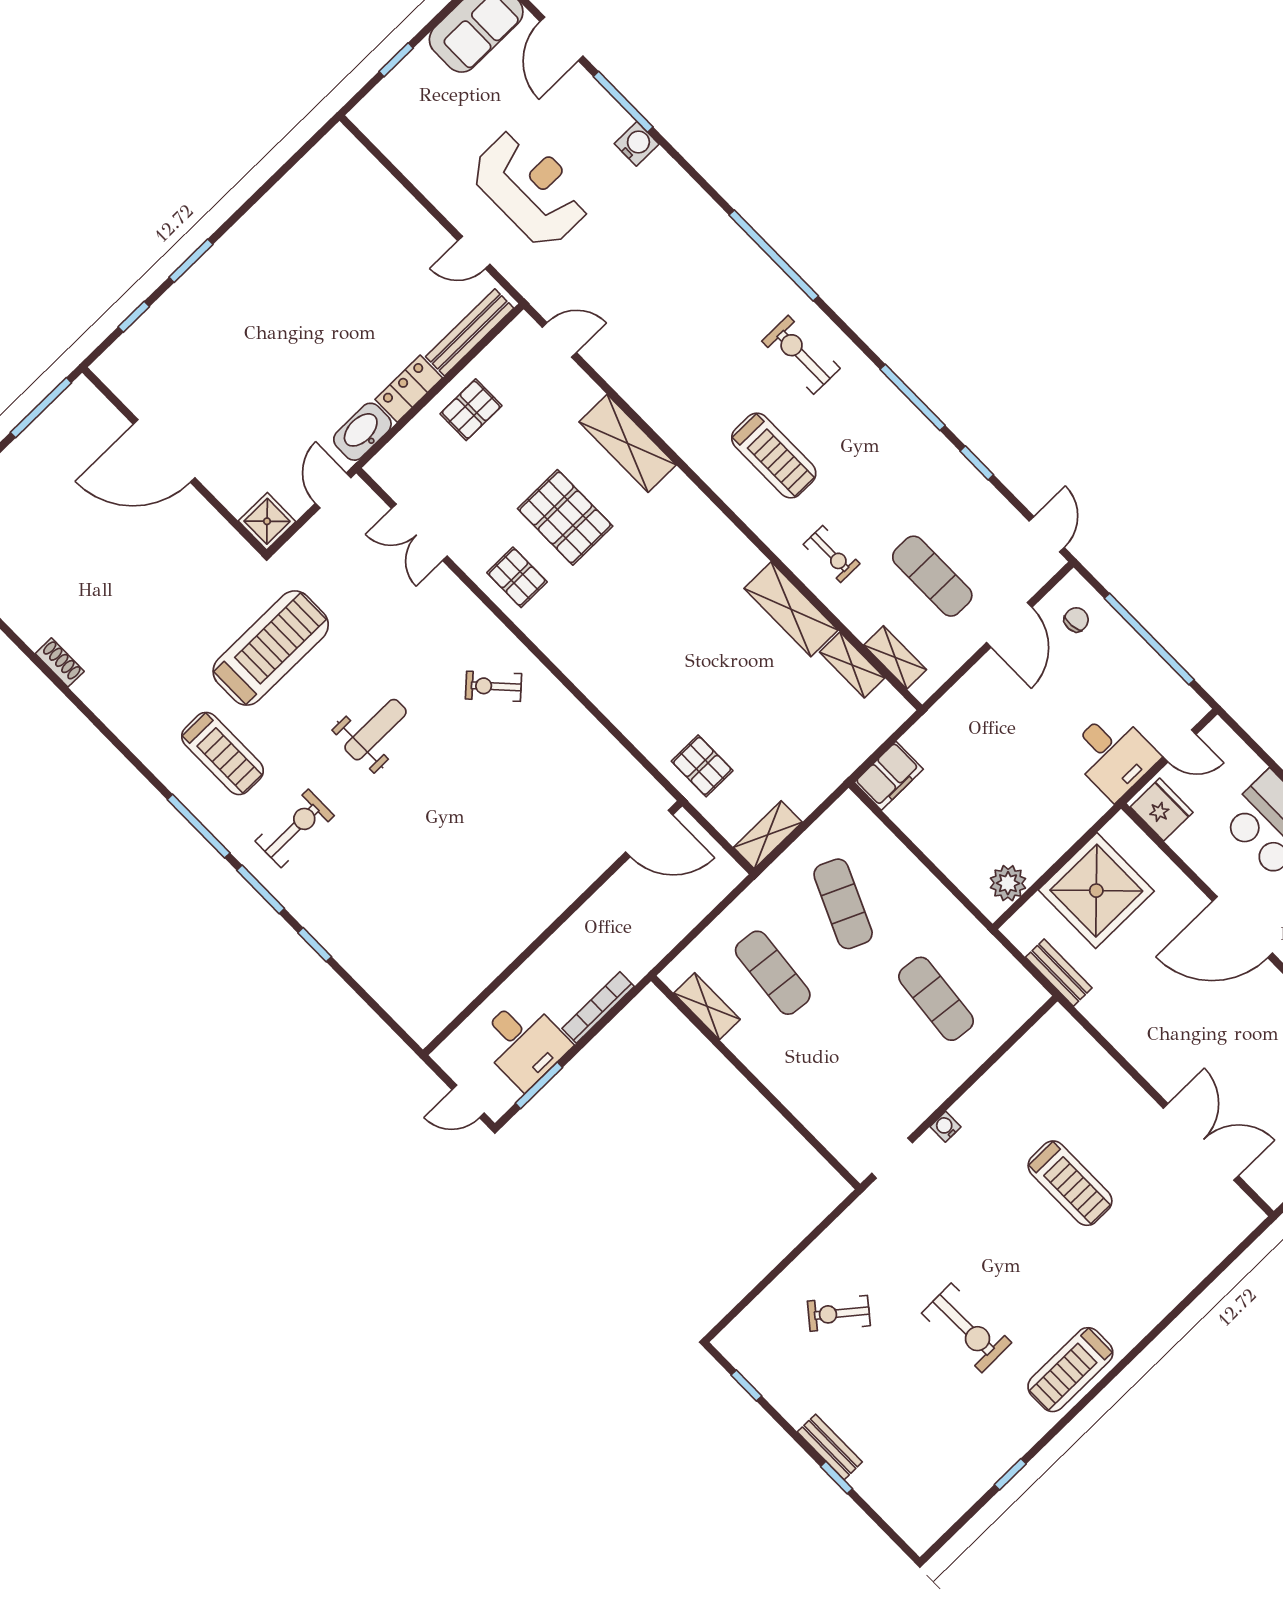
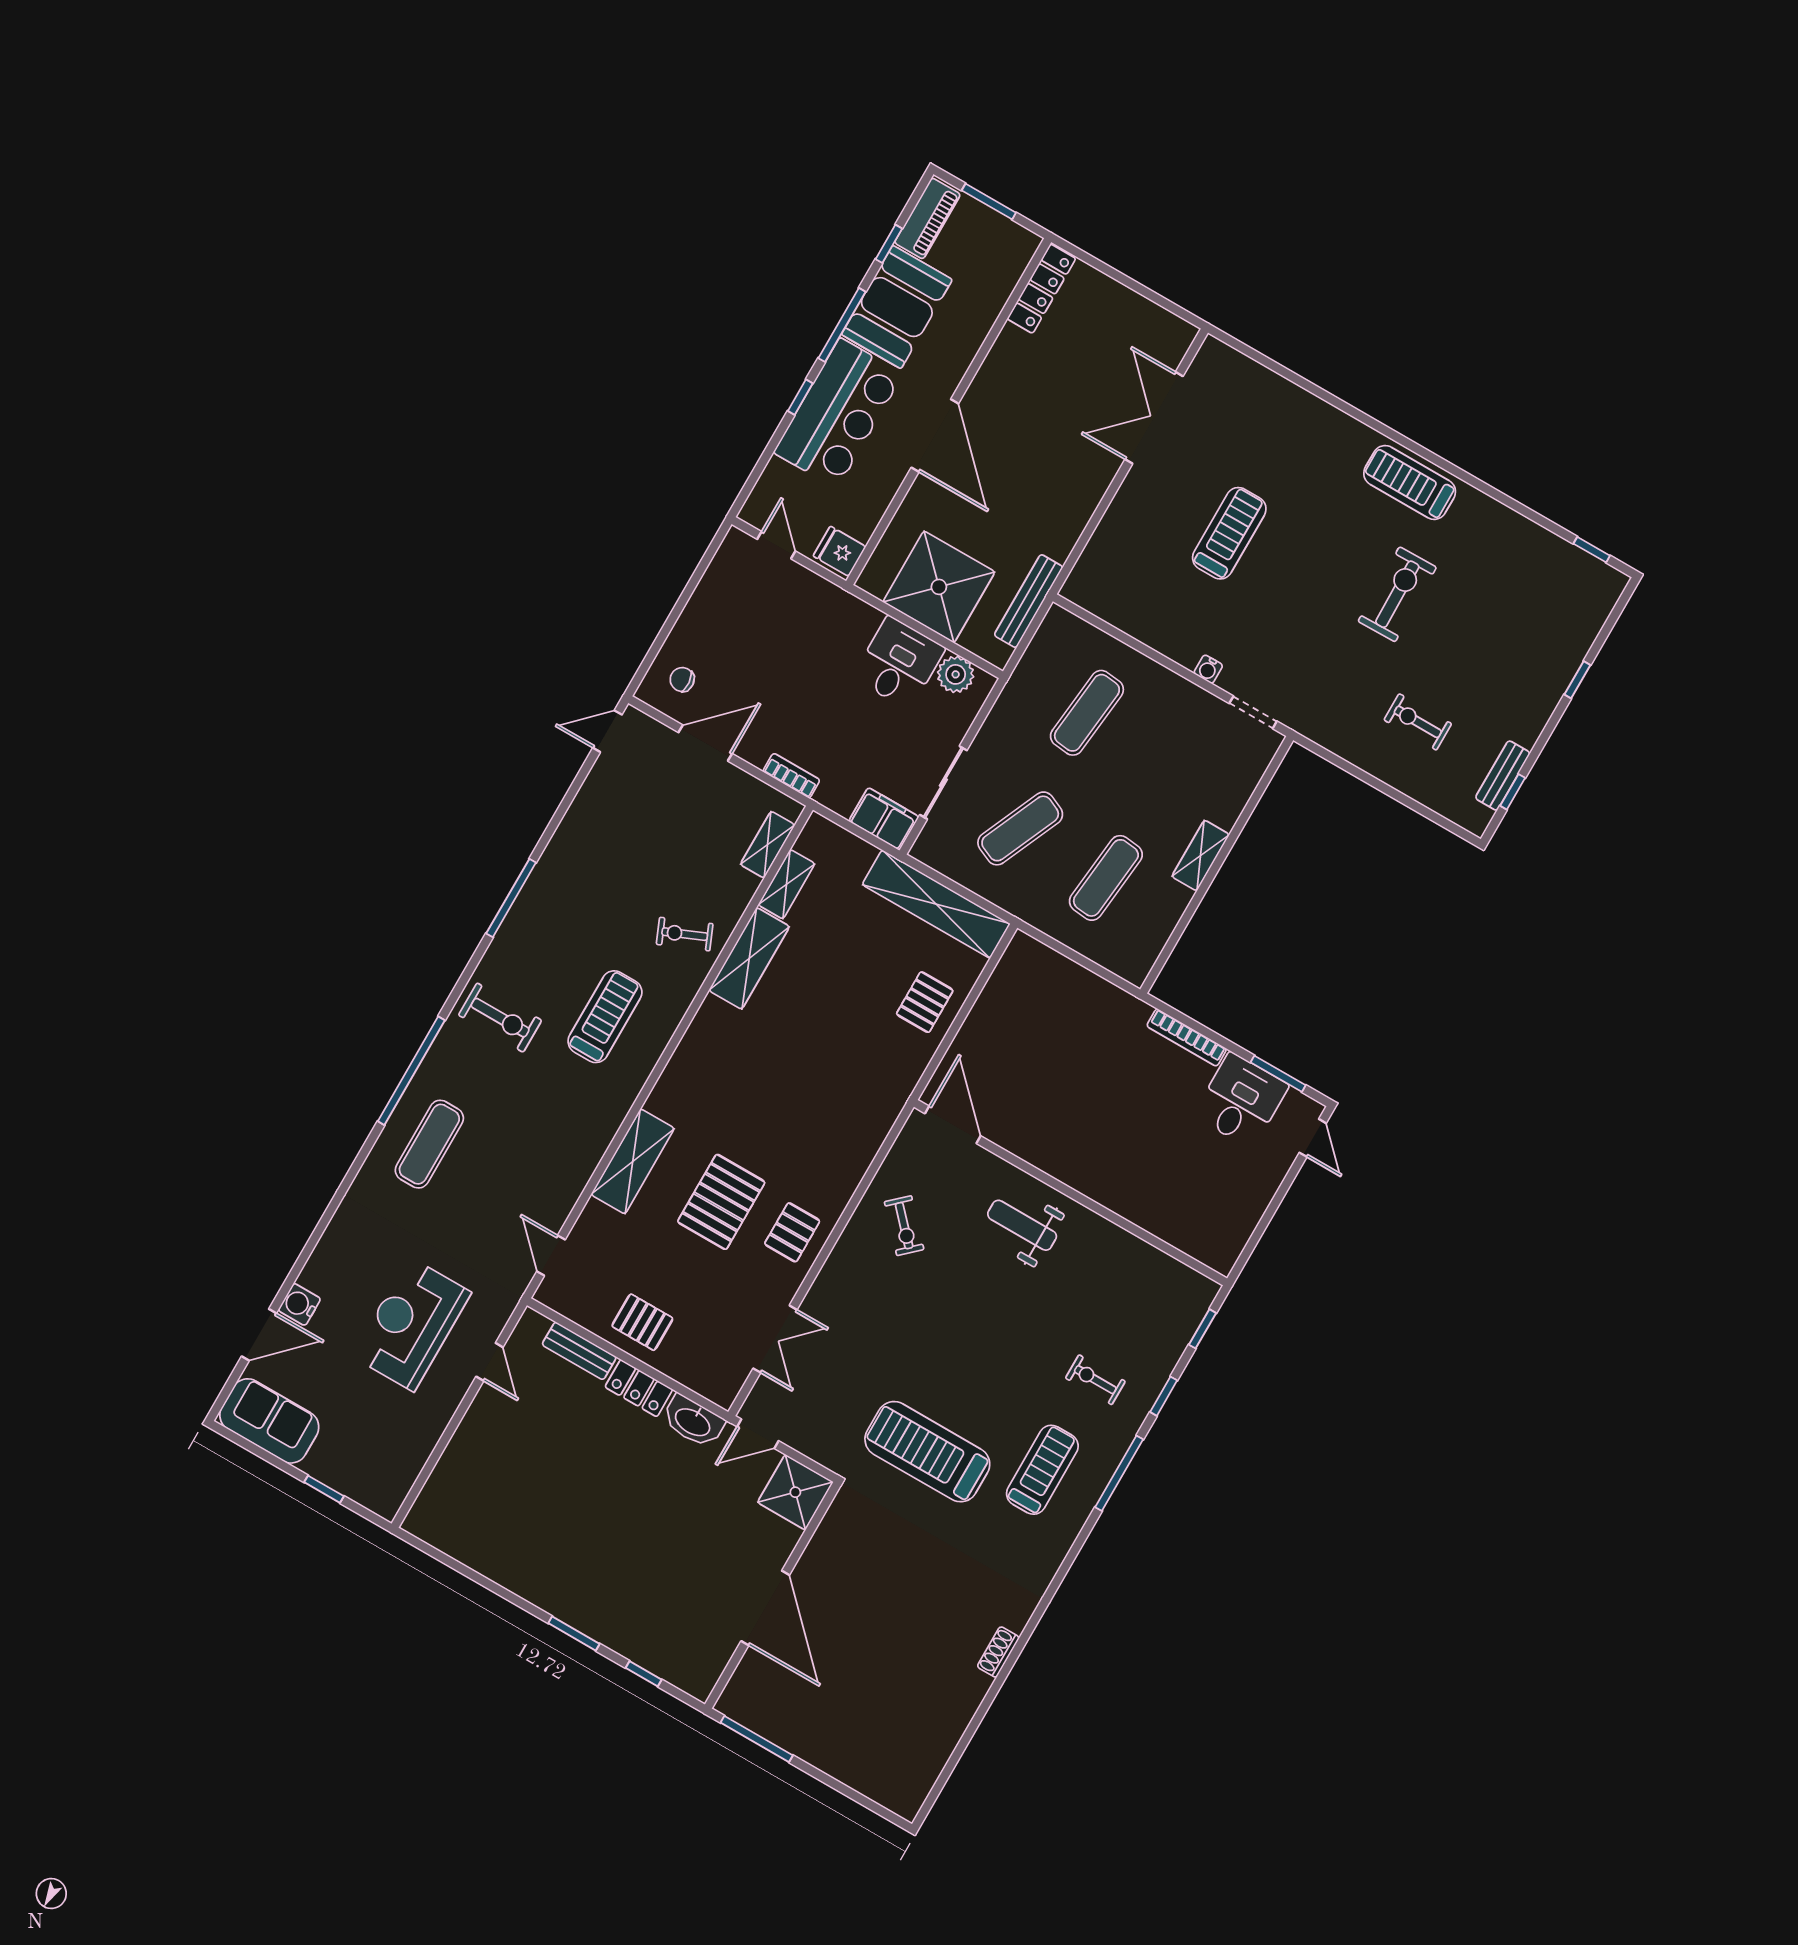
window: (623, 102) -> (303, 1258), removed
water cooler: (637, 144) -> (299, 1304), moved
bench: (470, 332) -> (579, 1351), width x0.73
exercise bike: (801, 355) -> (500, 1018), turned -90
window: (977, 463) -> (557, 818), removed
shower: (267, 521) -> (795, 1492), width x1.36, depth x1.36
exercise bike: (832, 554) -> (685, 934), turned -113
exercise mat: (932, 576) -> (429, 1144), moved
window: (1149, 639) -> (681, 604), removed
bookcase: (955, 699) -> (791, 776), added
weight bench: (376, 730) -> (1022, 1225), moved
desk: (1113, 755) -> (899, 663), moved
fridge: (1162, 810) -> (840, 551), width x0.72
exercise bike: (295, 828) -> (1095, 1380), width x0.73, depth x0.72
door: (649, 833) -> (953, 1125), moved
shelving: (768, 835) -> (936, 904), width x2.20, depth x1.33
sliding door: (908, 842) -> (943, 783), added
window: (261, 889) -> (1164, 1396), width x0.67
wall: (553, 928) -> (1070, 1193), moved
bench: (1059, 973) -> (1028, 601), width x1.36
shelving: (707, 1006) -> (1201, 855), moved
exercise bike: (839, 1313) -> (1418, 722), turned 141
treadmill: (1070, 1370) -> (1410, 482), turned 180
bench: (830, 1447) -> (1503, 776), moved
window: (1010, 1474) -> (1592, 550), moved

